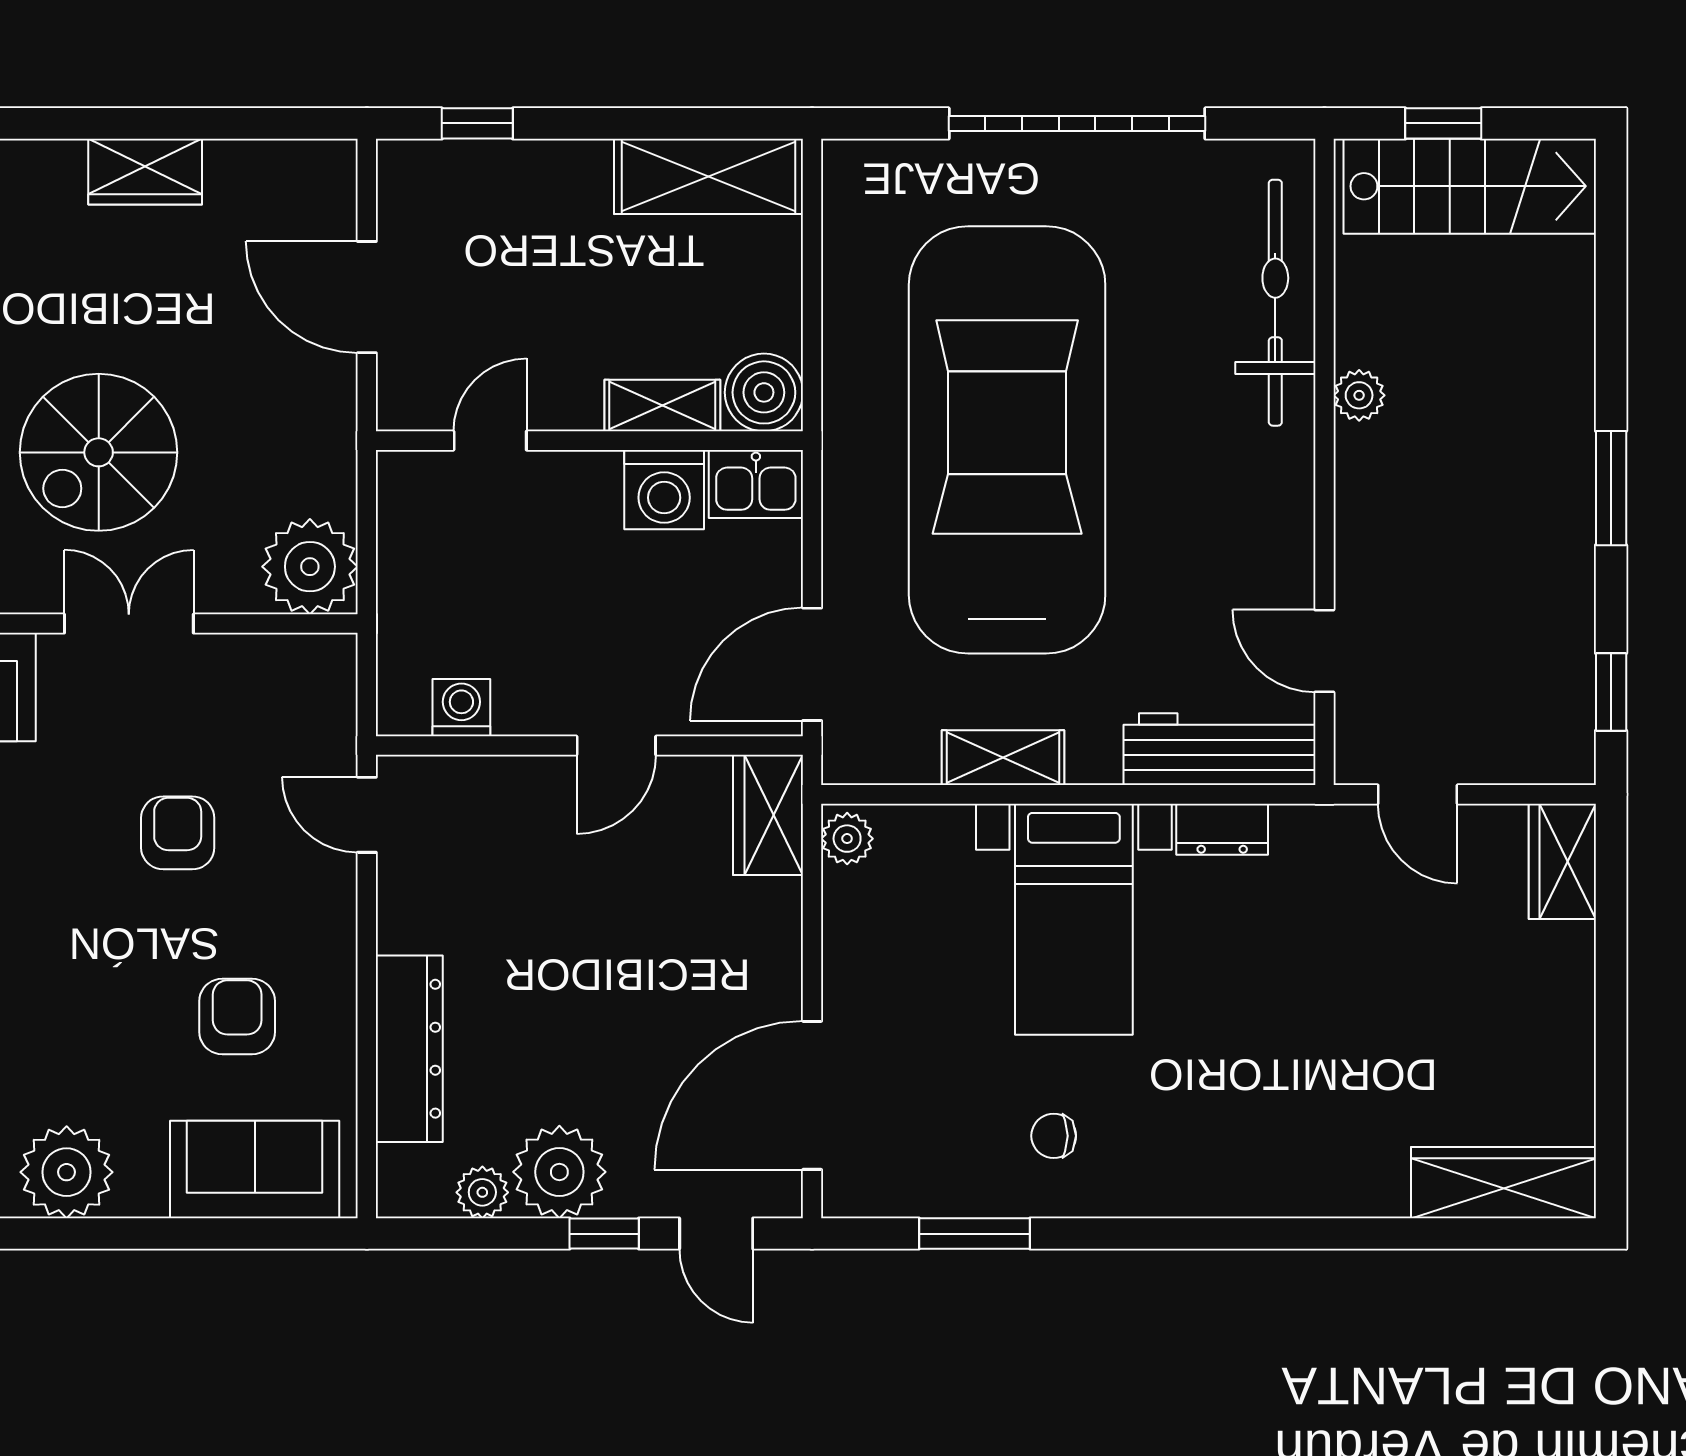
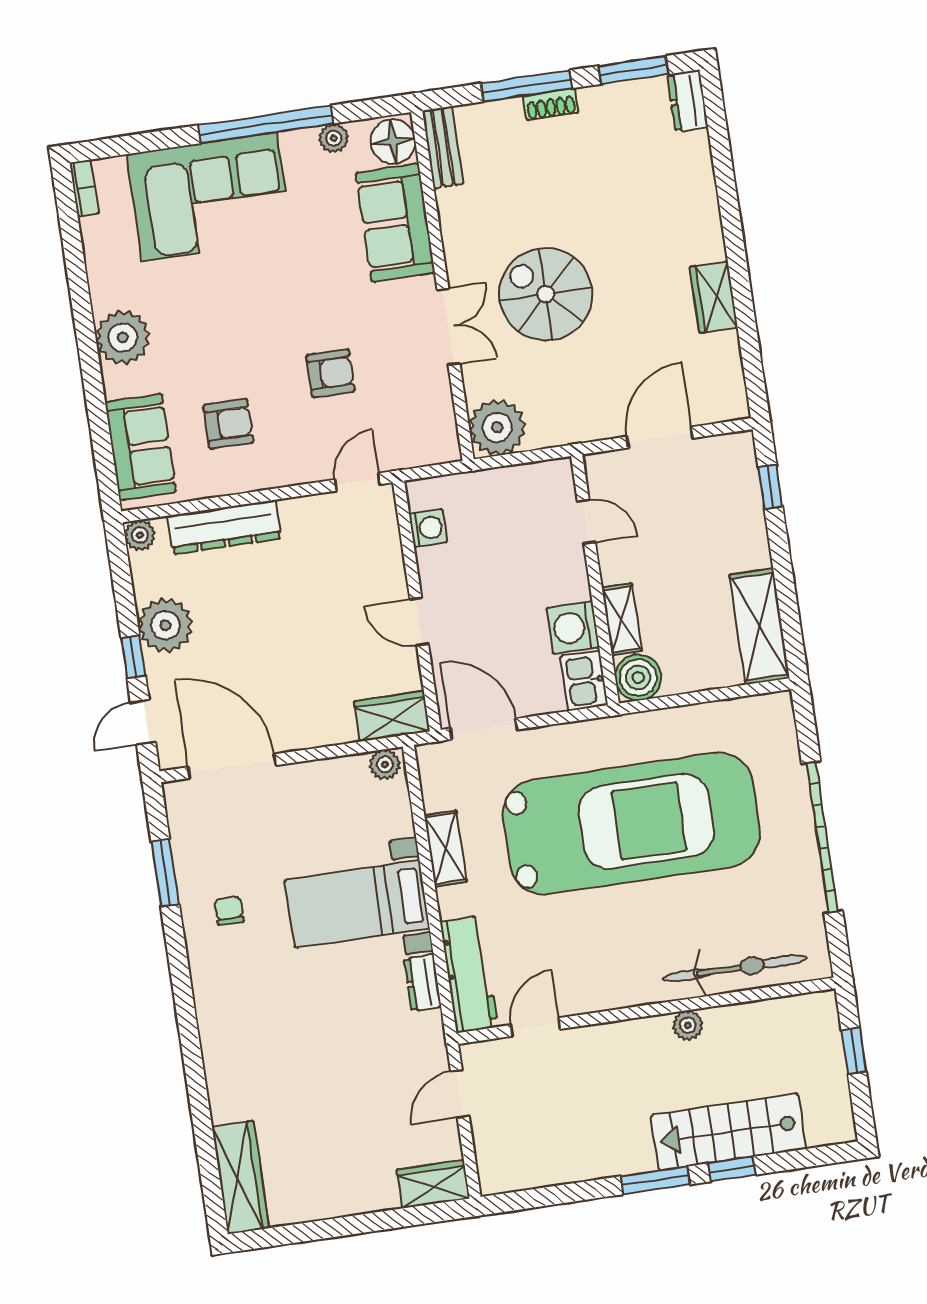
stairs: (1470, 186) -> (728, 1132), moved, turned 90
window: (1611, 692) -> (732, 1169), moved
plant: (482, 1192) -> (140, 535), moved

